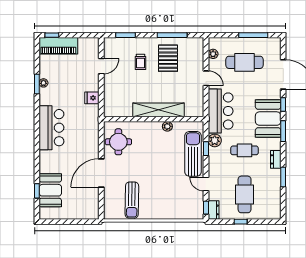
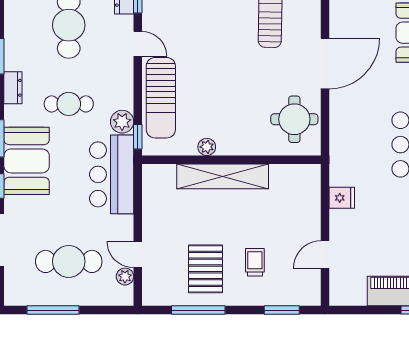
door: (206, 78) -> (138, 255), moved
window: (206, 149) -> (138, 137), moved

